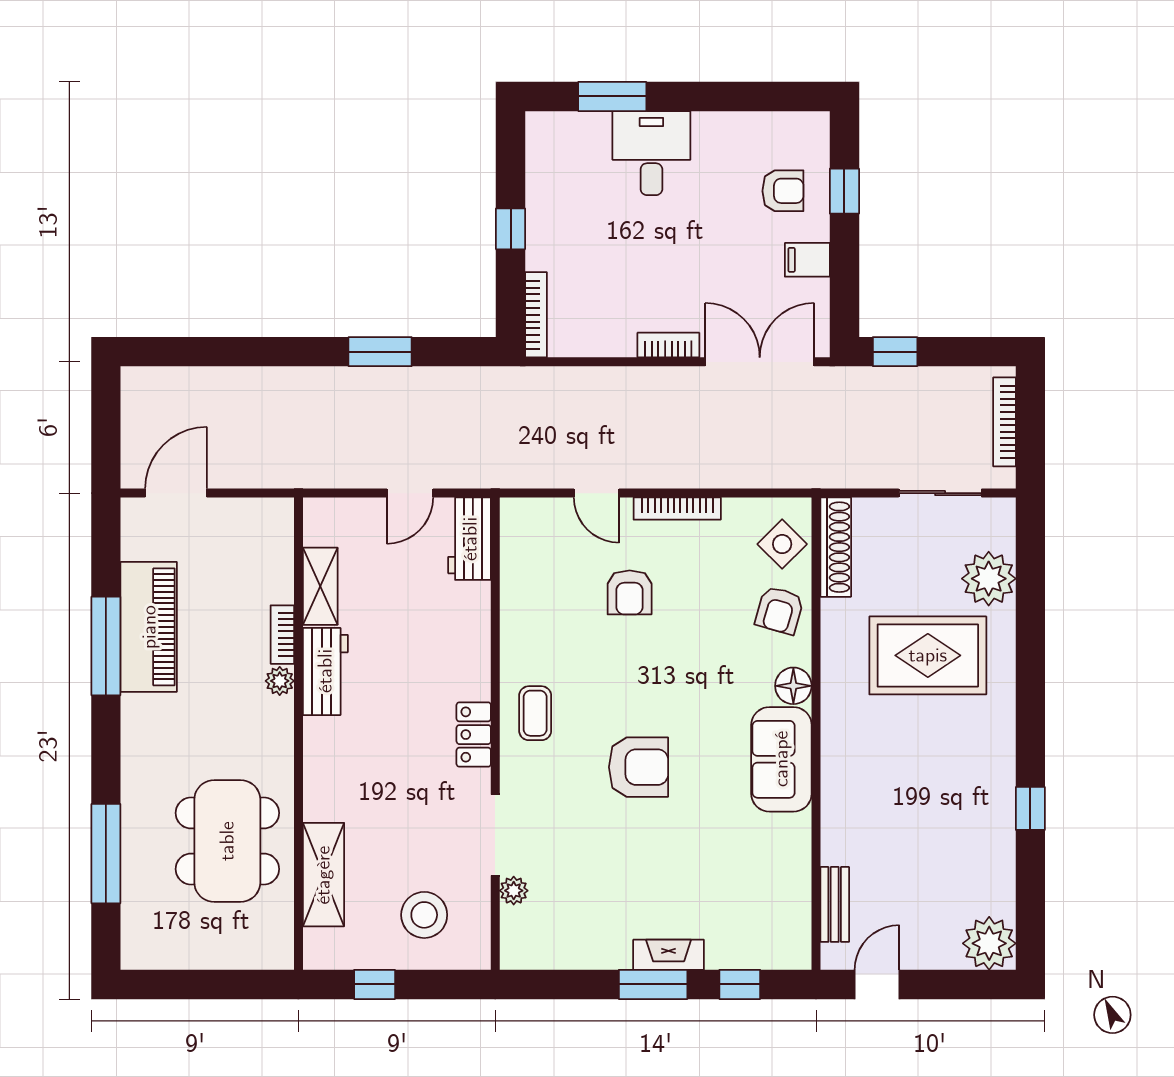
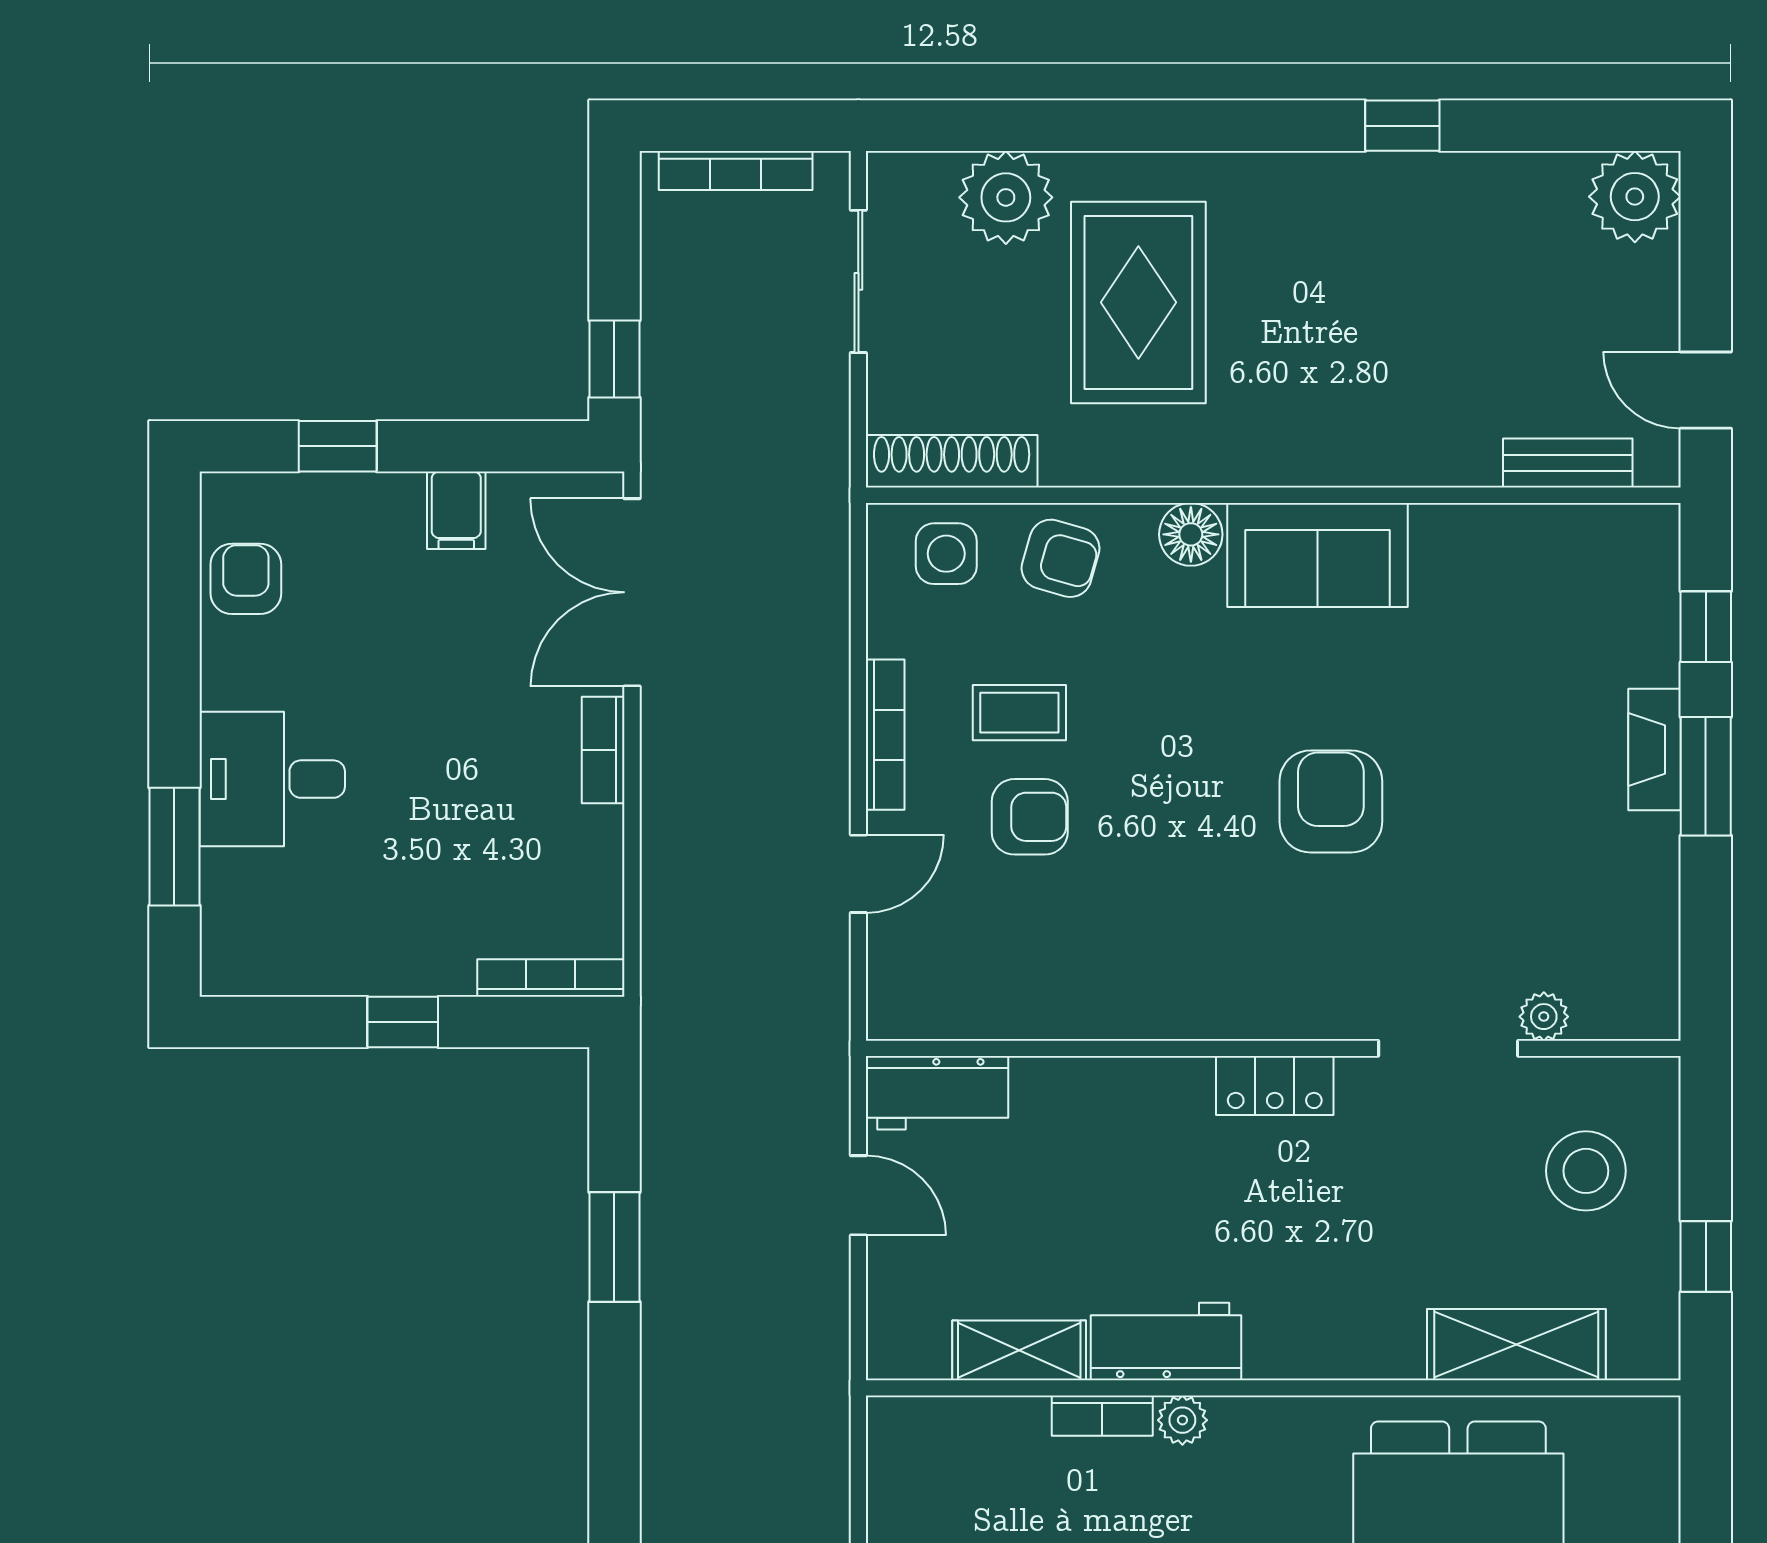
armchair: (783, 191) -> (246, 579), moved
side table: (782, 544) -> (946, 554), turned 45
coffee table: (535, 713) -> (1019, 713), moved

